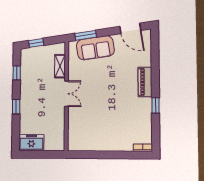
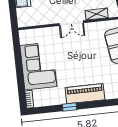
piano: (145, 82) -> (85, 94), width x1.37, depth x1.33
corner sofa: (108, 134) -> (38, 66), added

